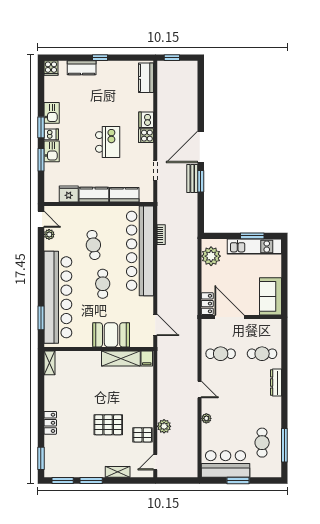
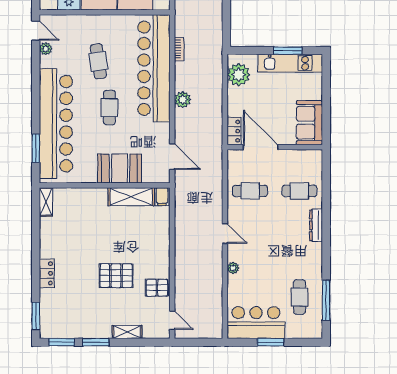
plant: (164, 426) -> (183, 100), moved
door: (155, 462) -> (172, 320), swing flipped

